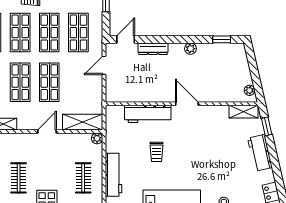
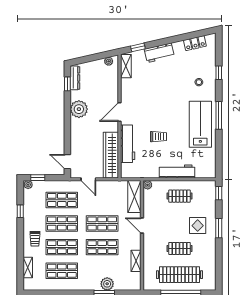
dresser: (153, 49) -> (75, 78), moved
plant: (190, 49) -> (79, 109), width x1.87, depth x1.87
wardrobe: (134, 93) -> (111, 155), added

